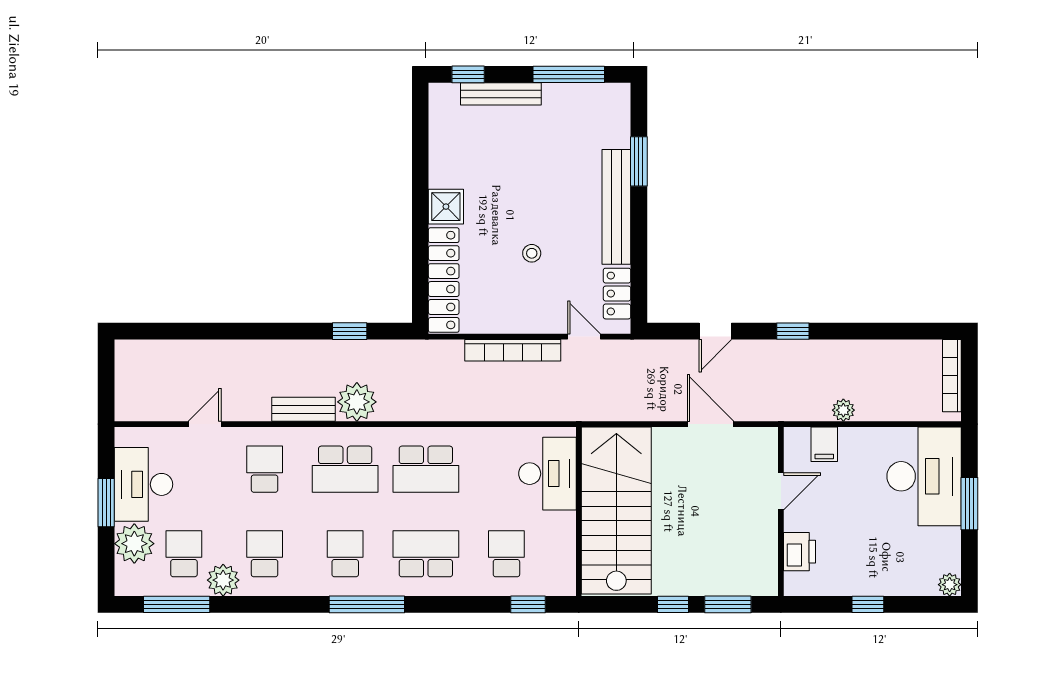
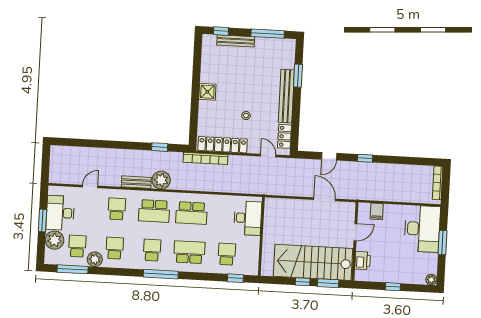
locker: (444, 280) -> (223, 145), moved, turned -90
bookcase: (513, 350) -> (205, 158), moved
plant: (843, 410) -> (386, 196), removed
stairs: (616, 510) -> (313, 262), moved, turned -90

